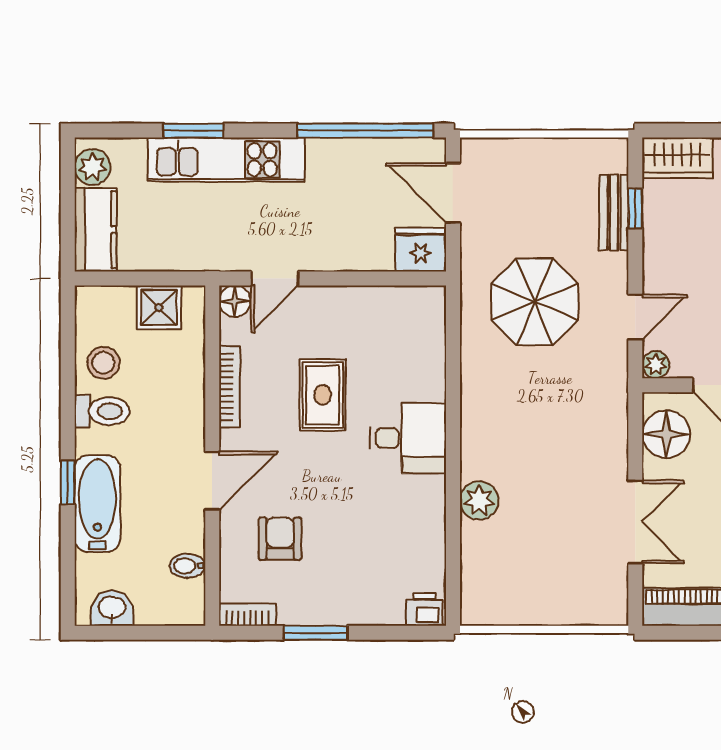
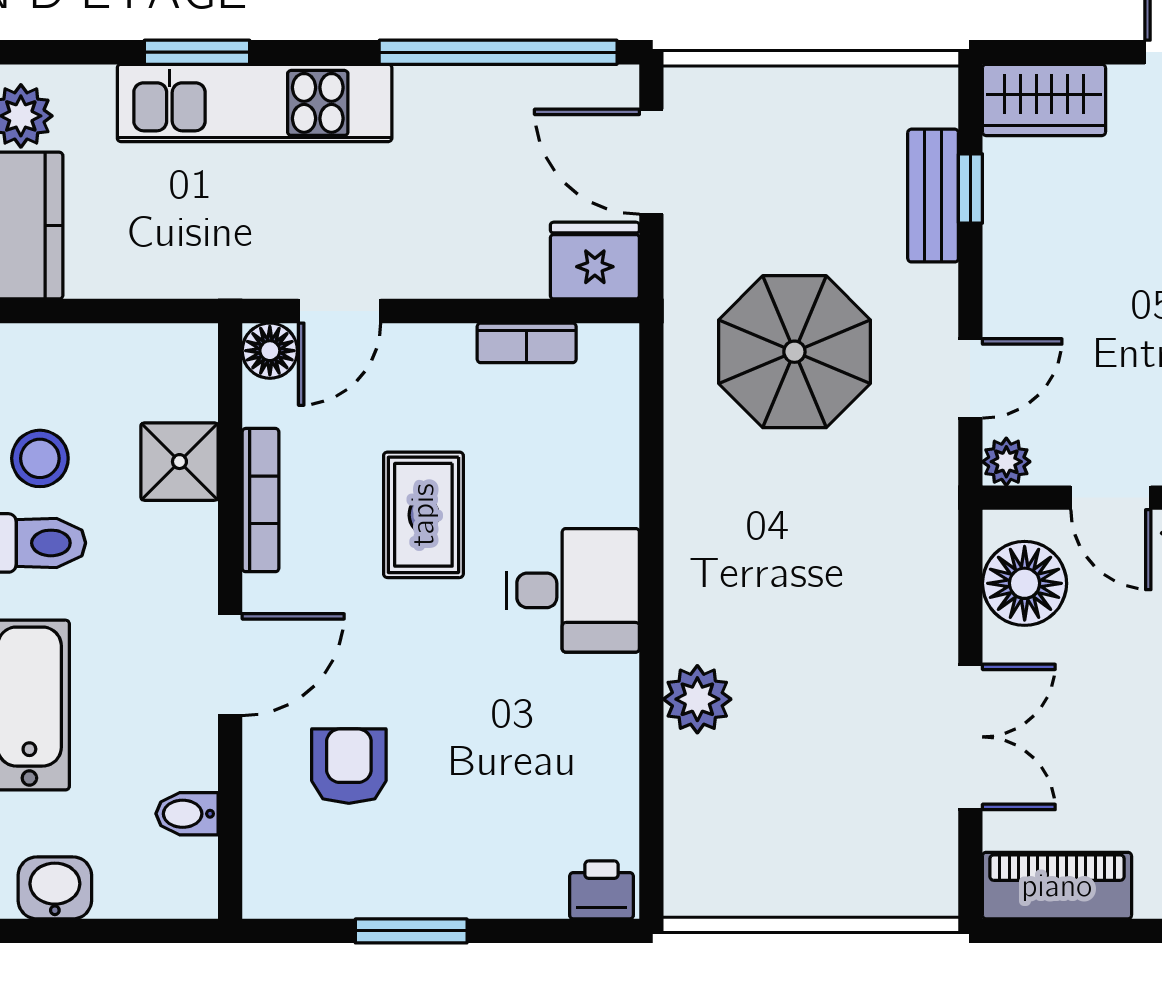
shower: (159, 307) -> (179, 462), moved
bookcase: (247, 615) -> (527, 343), moved, turned 180

